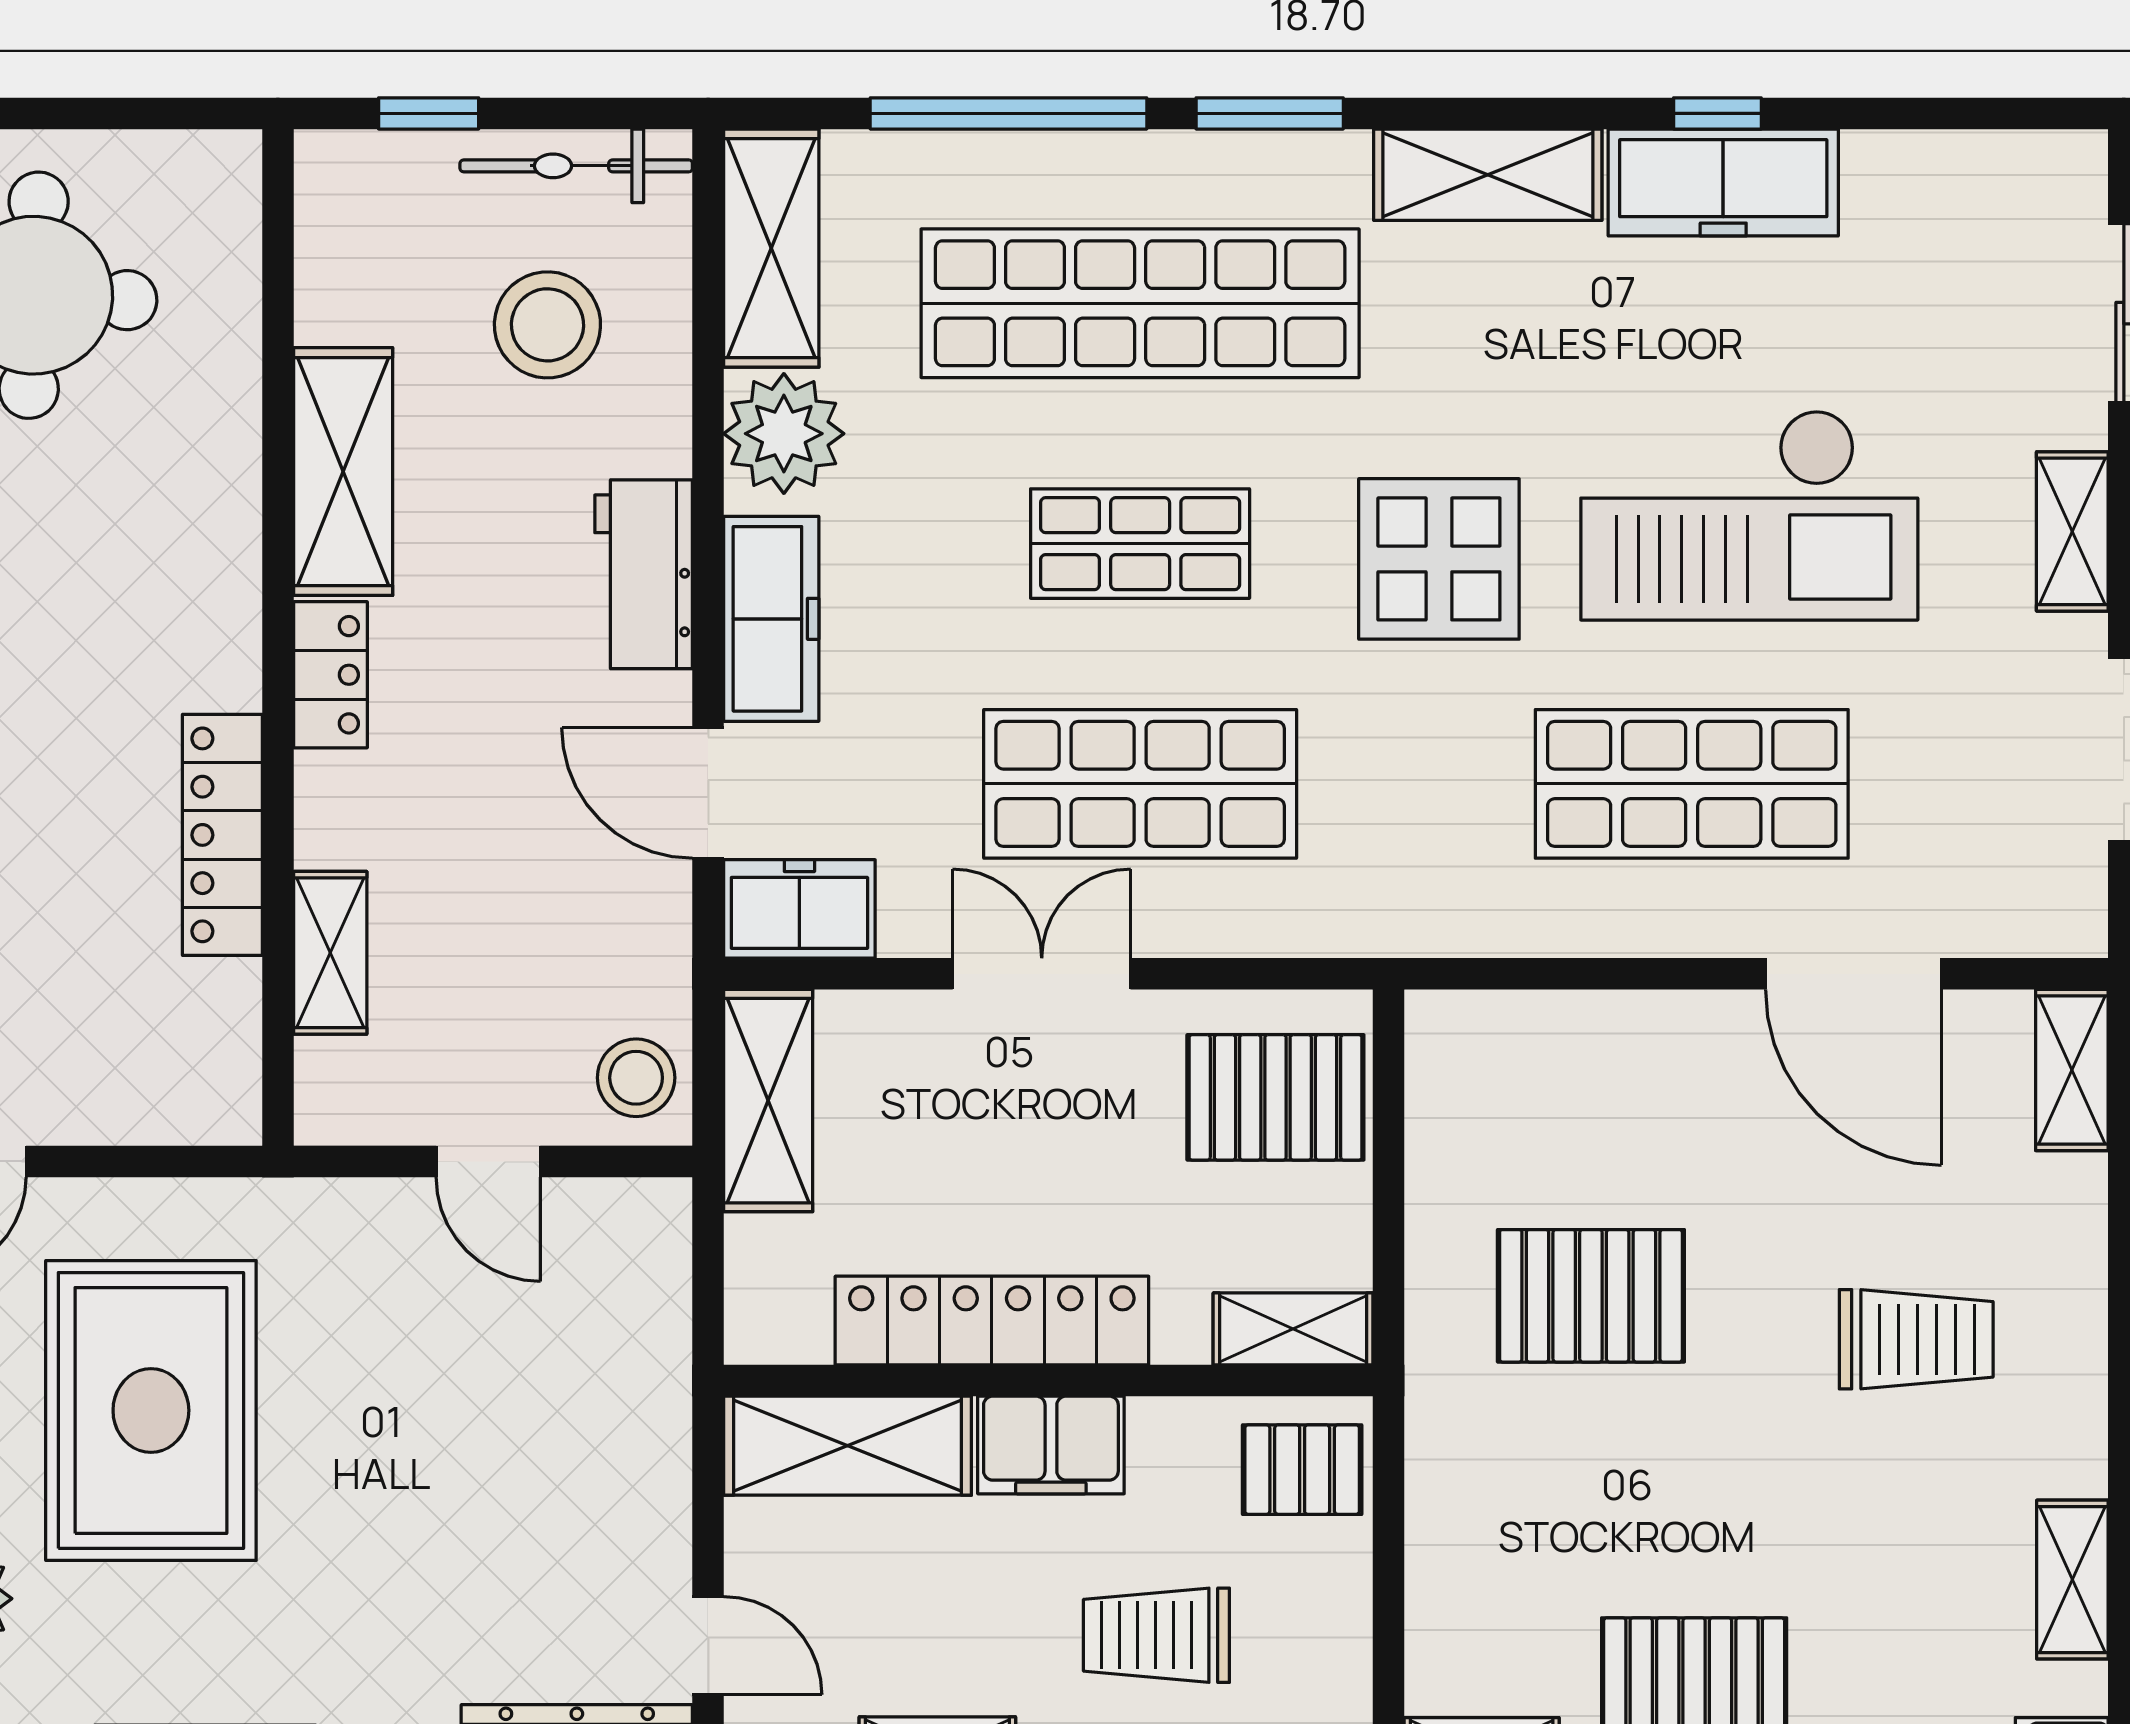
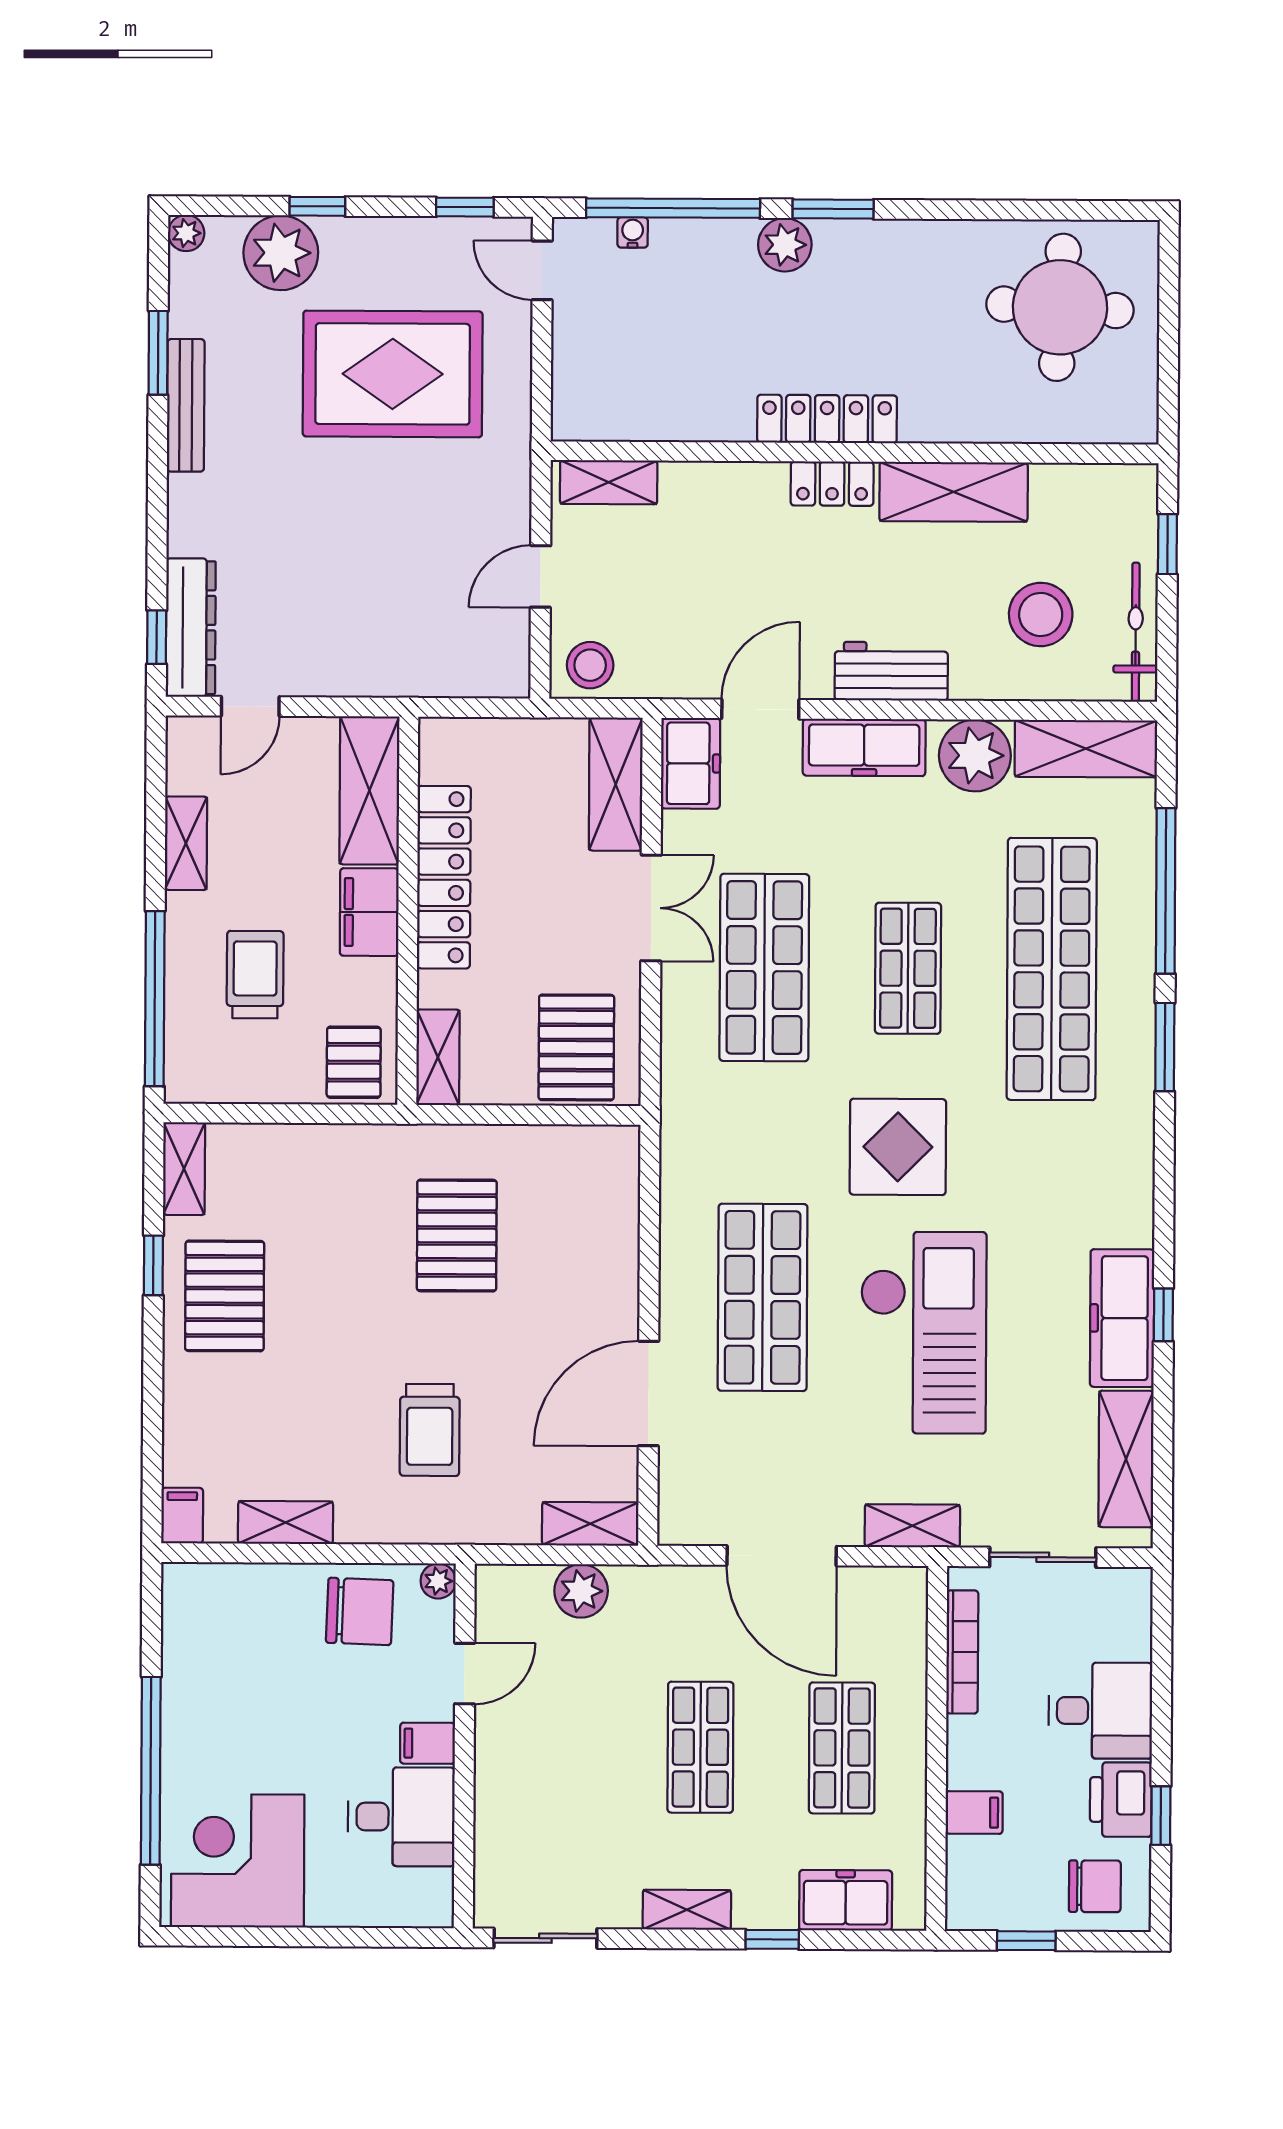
shelving: (1488, 175) -> (1126, 1459), moved
checkout: (1749, 515) -> (923, 1333), turned 180
locker: (222, 835) -> (827, 419), moved
shelving: (330, 953) -> (609, 482), moved
shelving: (768, 1101) -> (616, 784), moved, turned 90

